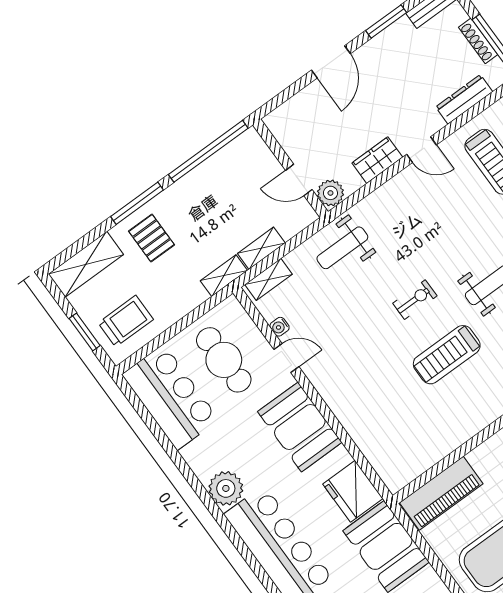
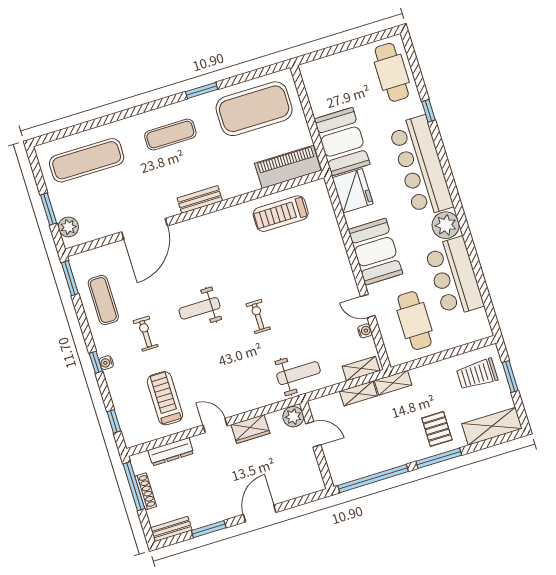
exercise bike: (415, 300) -> (258, 316), turned 90
treadmill: (447, 355) -> (281, 214), moved, turned 180
bar counter: (170, 397) -> (454, 277), moved

